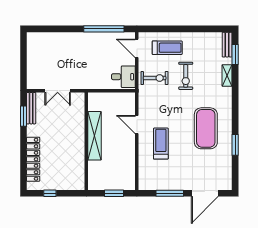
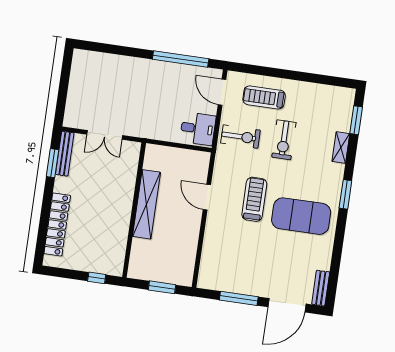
bench: (227, 45) -> (321, 288), moved
treadmill: (167, 48) -> (264, 97), turned 180
exercise mat: (206, 128) -> (301, 216), turned 90
treadmill: (161, 144) -> (254, 199), moved
window: (235, 145) -> (345, 194), moved
window: (50, 193) -> (97, 278), moved

